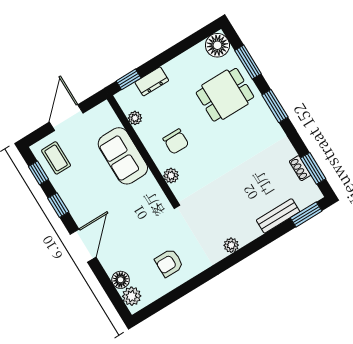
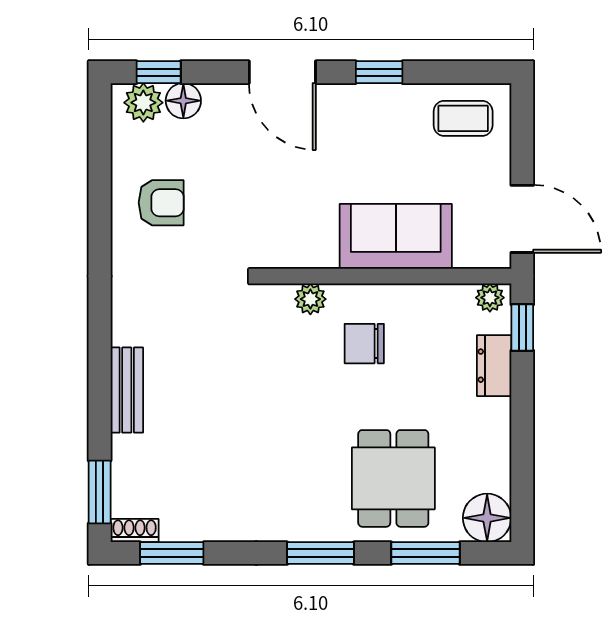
door: (66, 118) -> (522, 219), moved
plant: (135, 118) -> (490, 298), moved
shoe rack: (300, 168) -> (135, 530), moved
window: (39, 173) -> (159, 72), moved
bench: (278, 216) -> (127, 390), moved
plant: (231, 245) -> (126, 329), removed
armchair: (169, 263) -> (161, 203), turned 90

